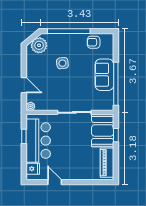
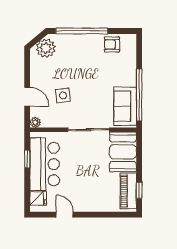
side table: (62, 63) -> (63, 95), moved
sofa: (104, 75) -> (125, 106), moved
window: (116, 135) -> (139, 190), moved

